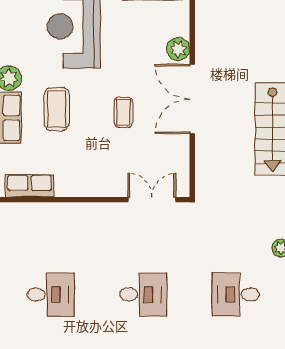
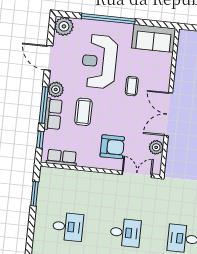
plant: (178, 49) -> (156, 147), moved
coffee table: (123, 112) -> (132, 86), moved
armchair: (108, 160) -> (112, 147), added

